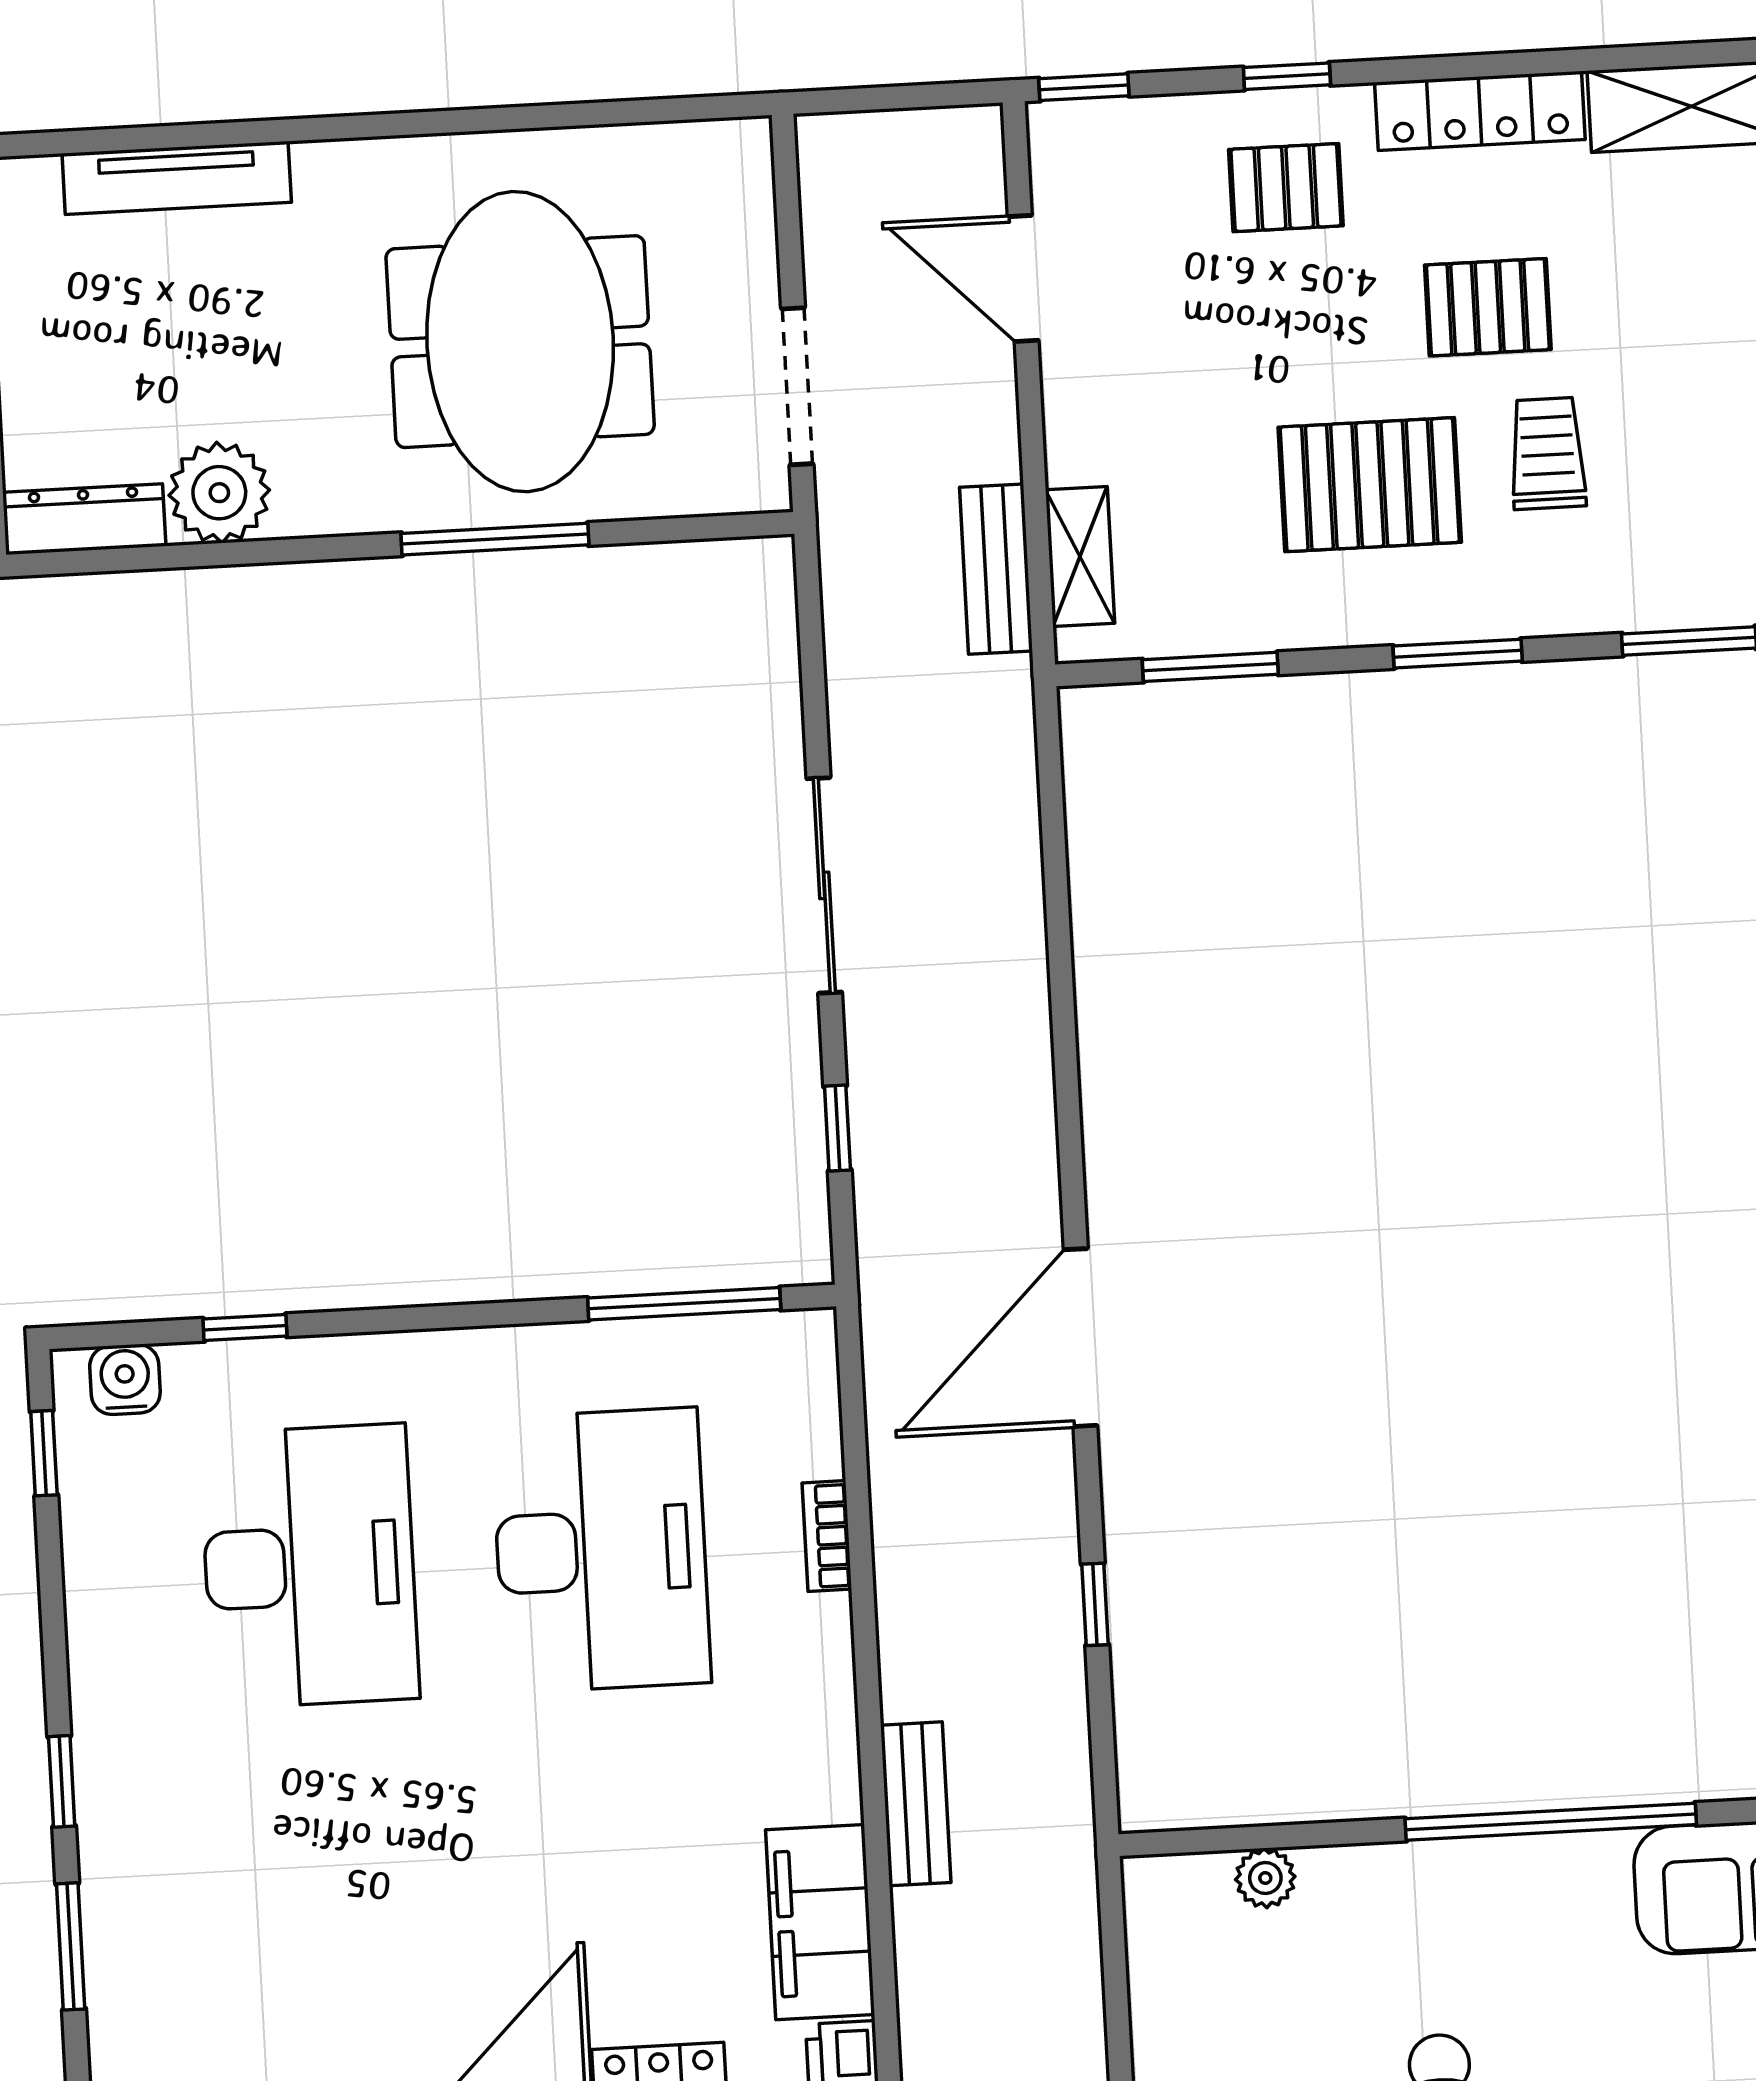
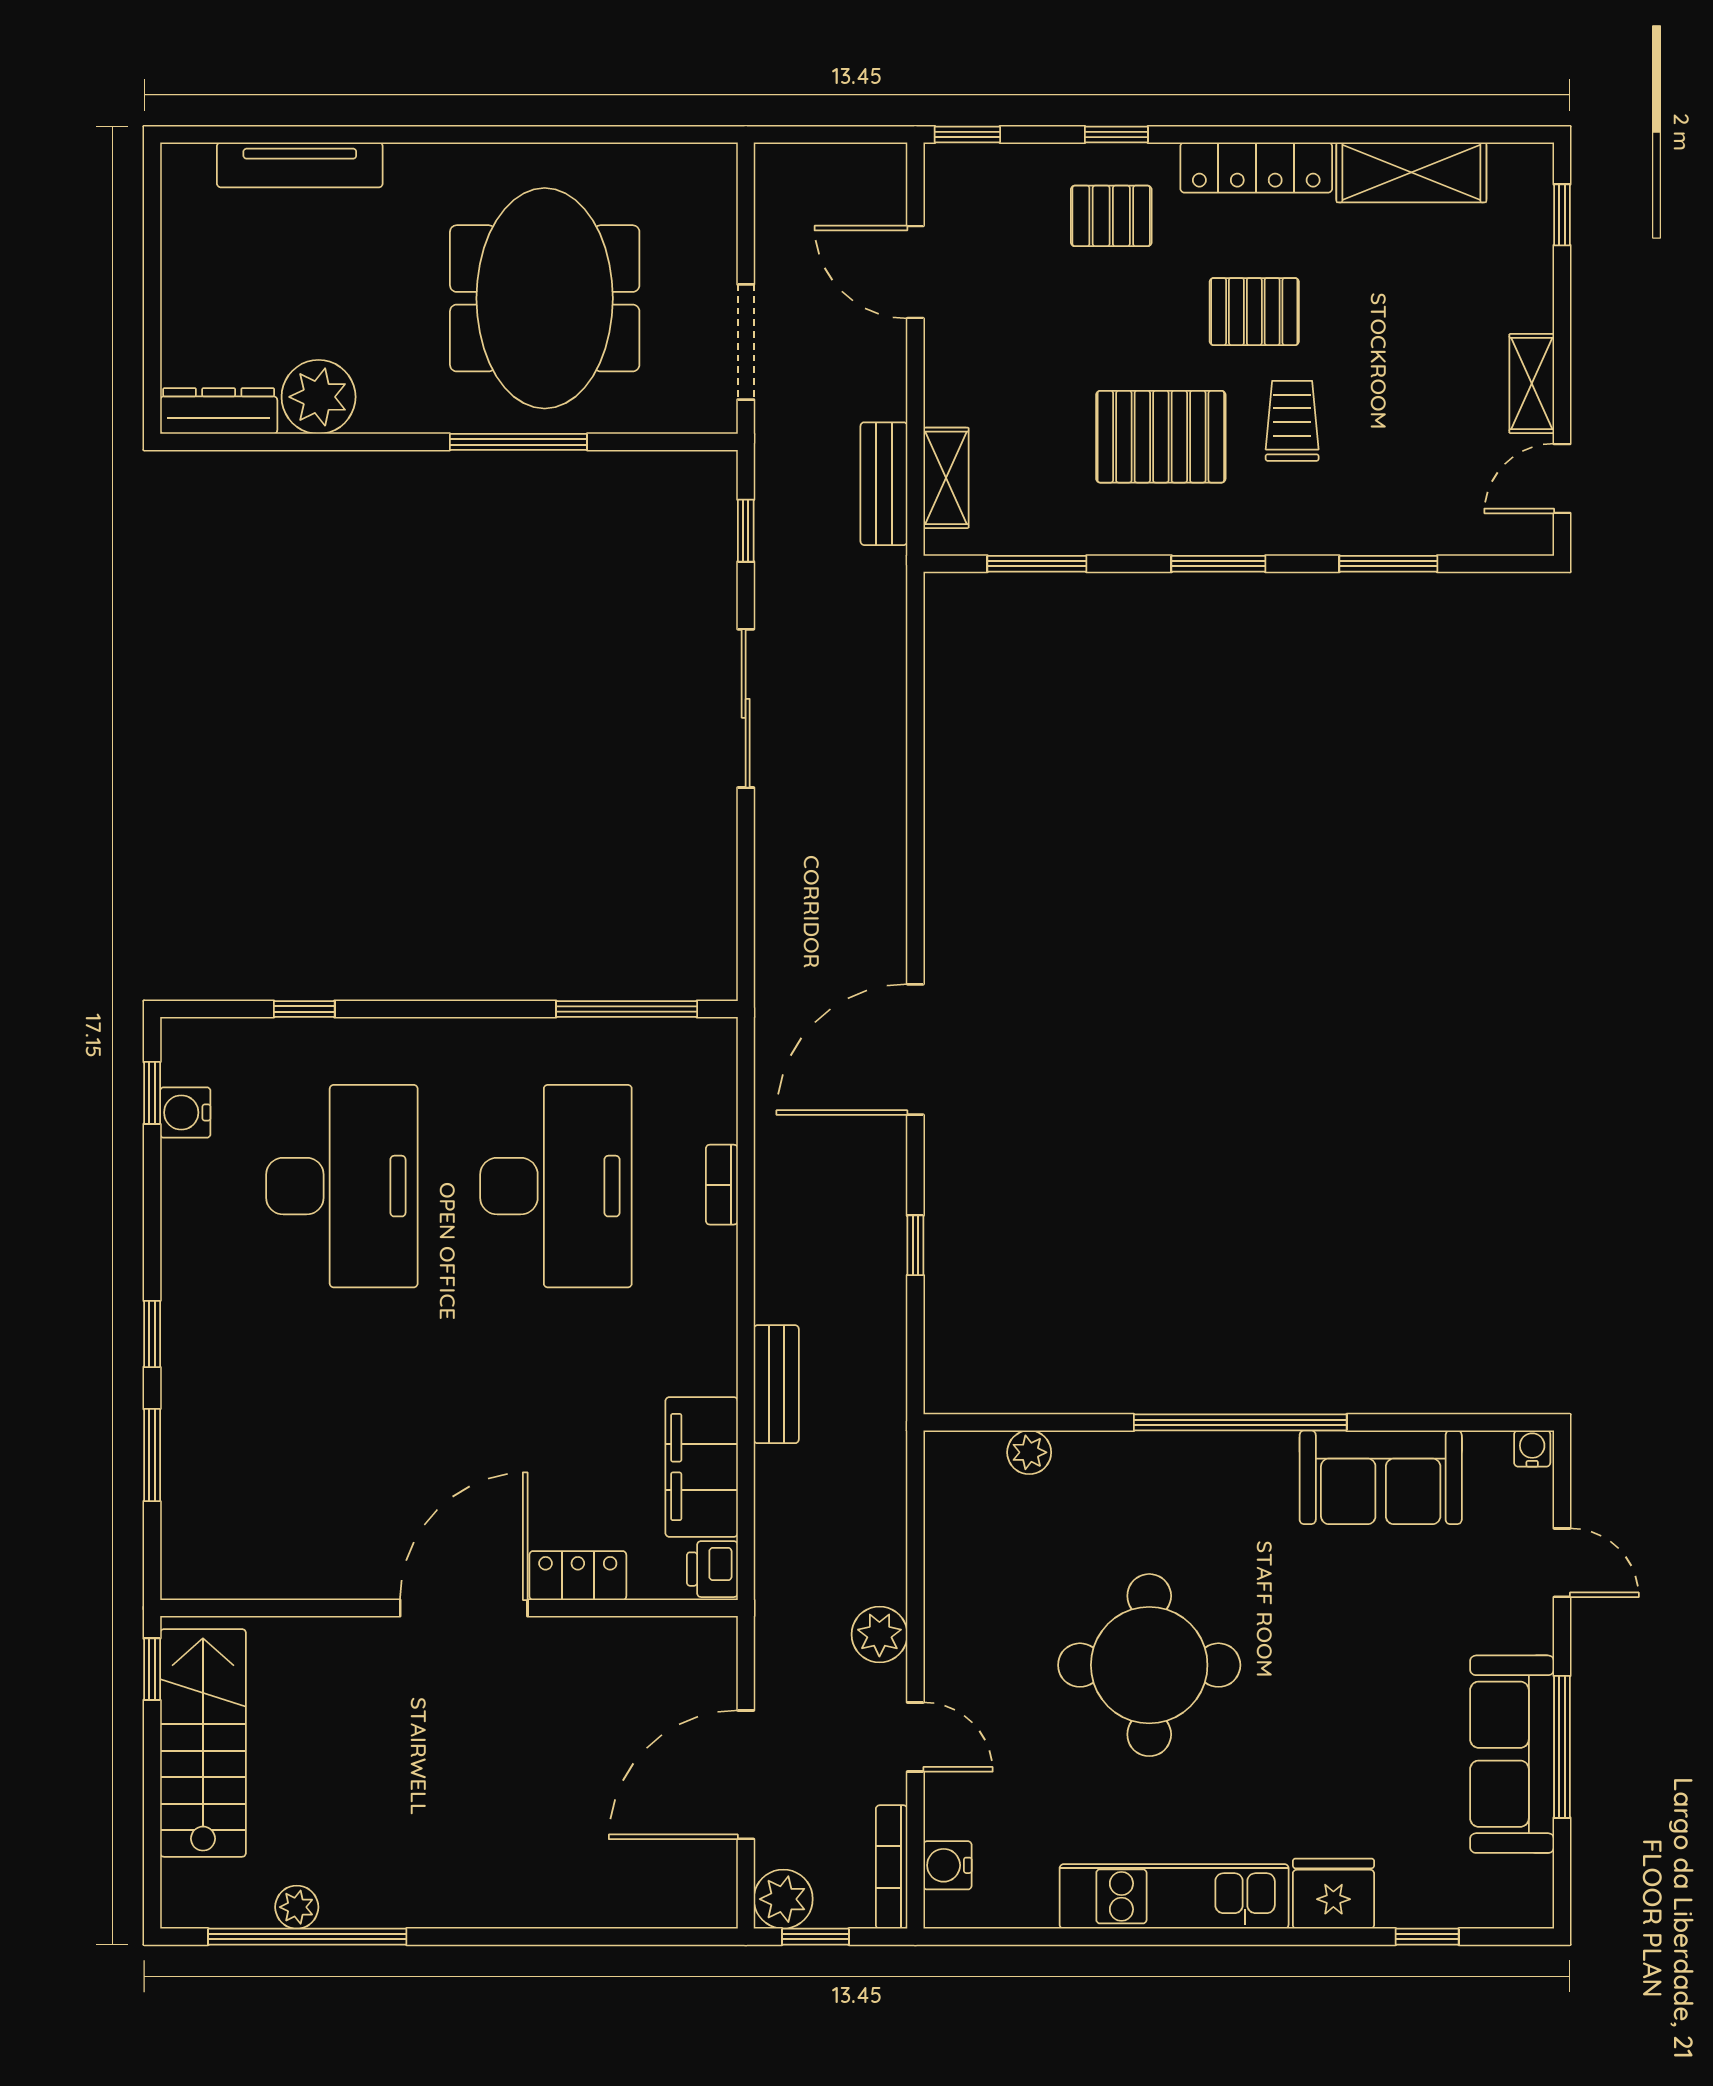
window: (837, 1128) -> (746, 531), moved
water cooler: (125, 1379) -> (185, 1113), moved, turned -90

